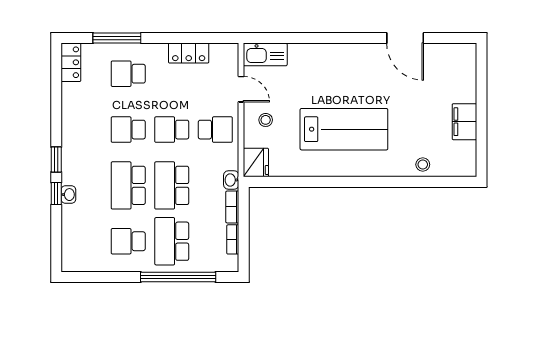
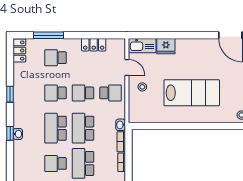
window: (56, 160) -> (10, 94), moved
fridge: (256, 162) -> (166, 46), moved, turned 90

